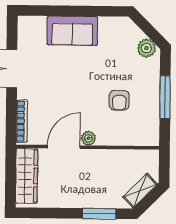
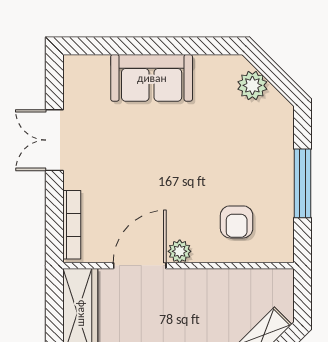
plant: (146, 48) -> (252, 85), moved
armchair: (119, 100) -> (237, 222), moved

